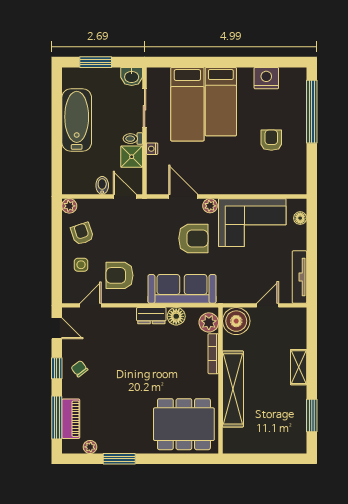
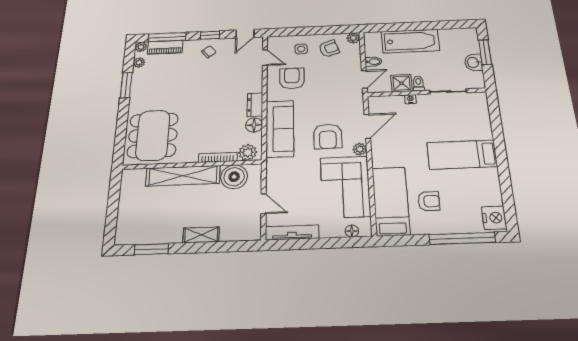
washbasin: (132, 76) -> (473, 62), moved
nightstand: (266, 78) -> (494, 218), moved
bed: (187, 104) -> (391, 201), moved, turned 90
bathtub: (77, 120) -> (410, 41), moved
boiler: (236, 321) -> (234, 177), moved
plant: (69, 447) -> (141, 47), added

